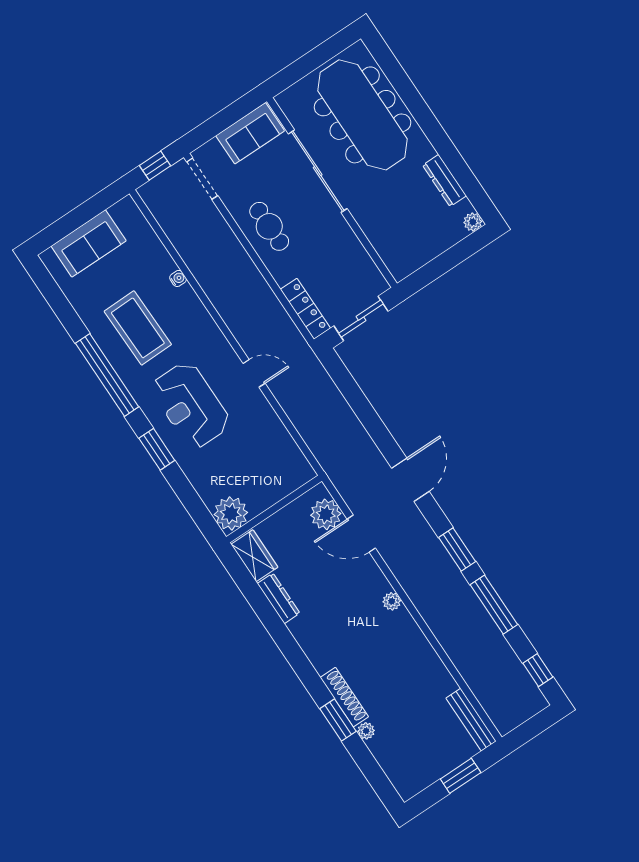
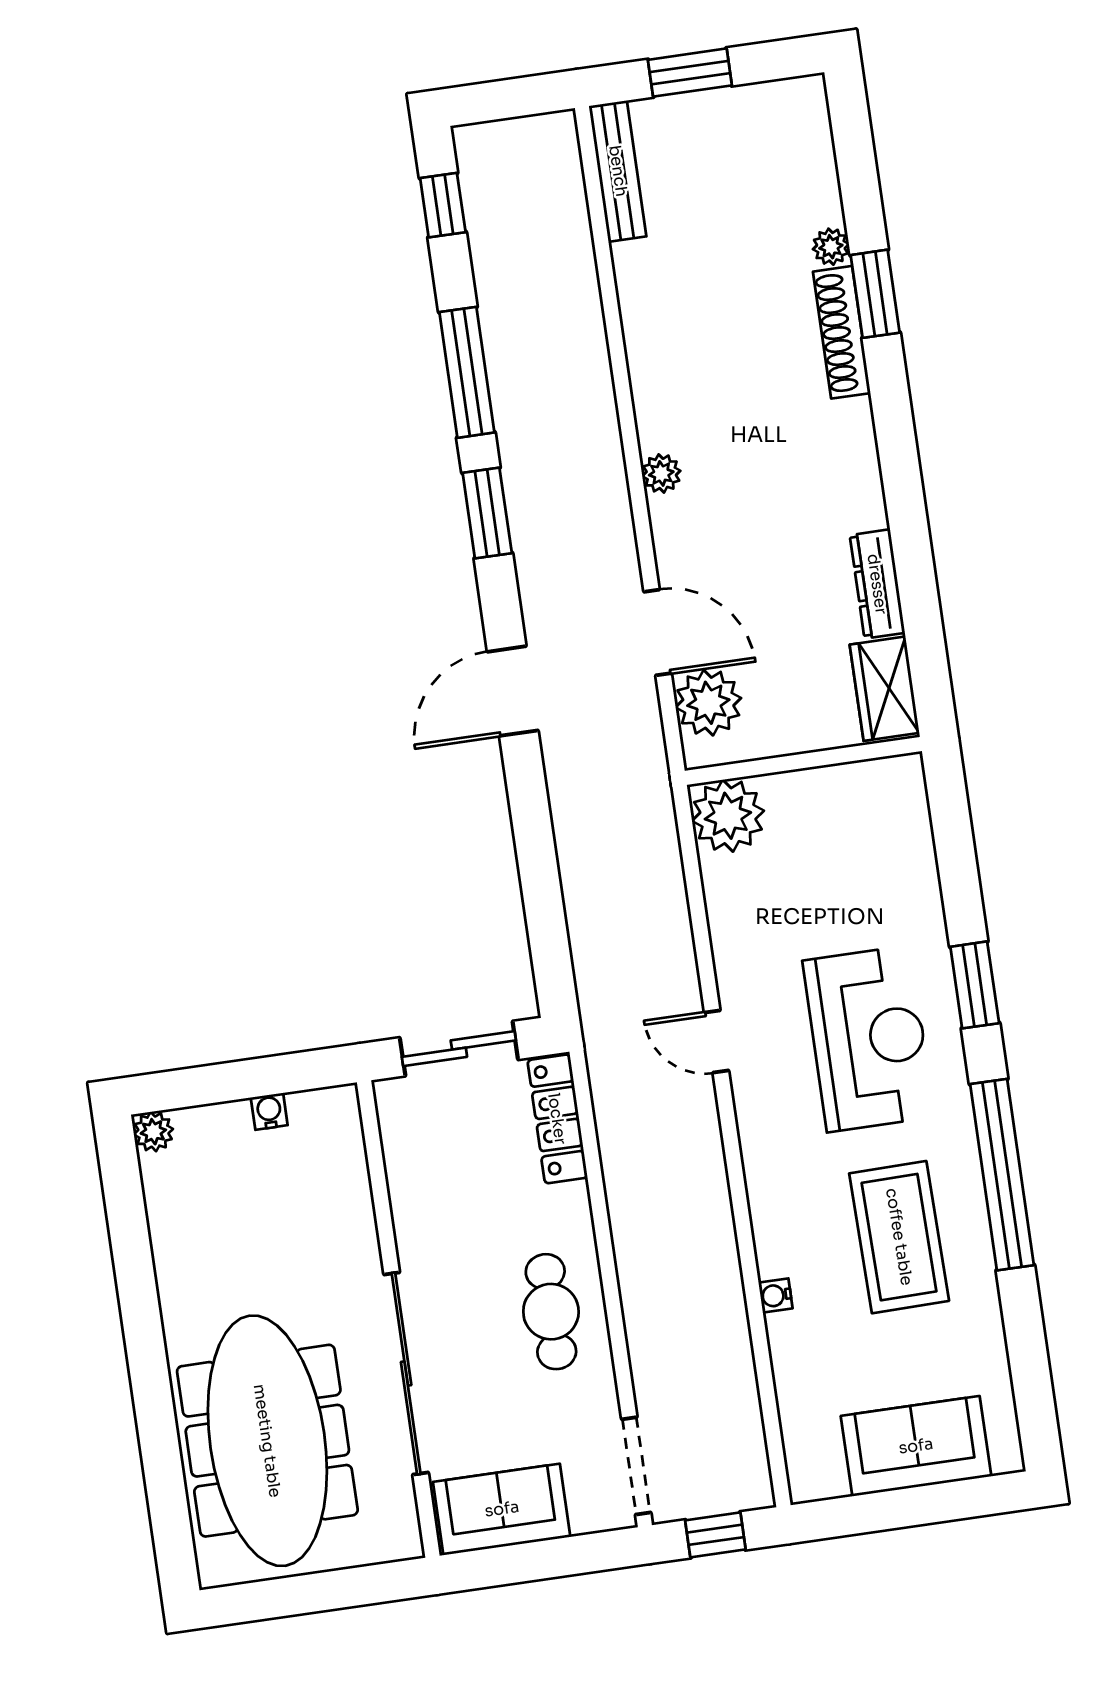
dresser: (444, 181) -> (170, 1238), removed
water cooler: (428, 254) -> (269, 1111), added
plant: (231, 514) -> (728, 816), moved

